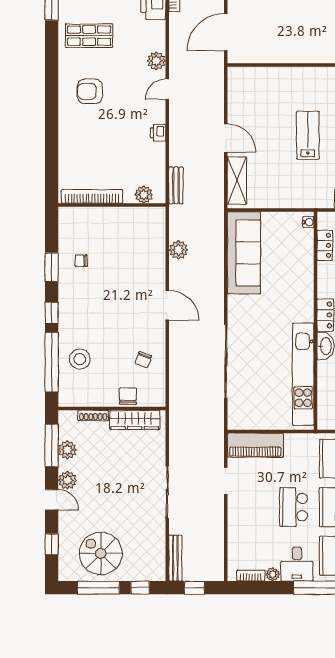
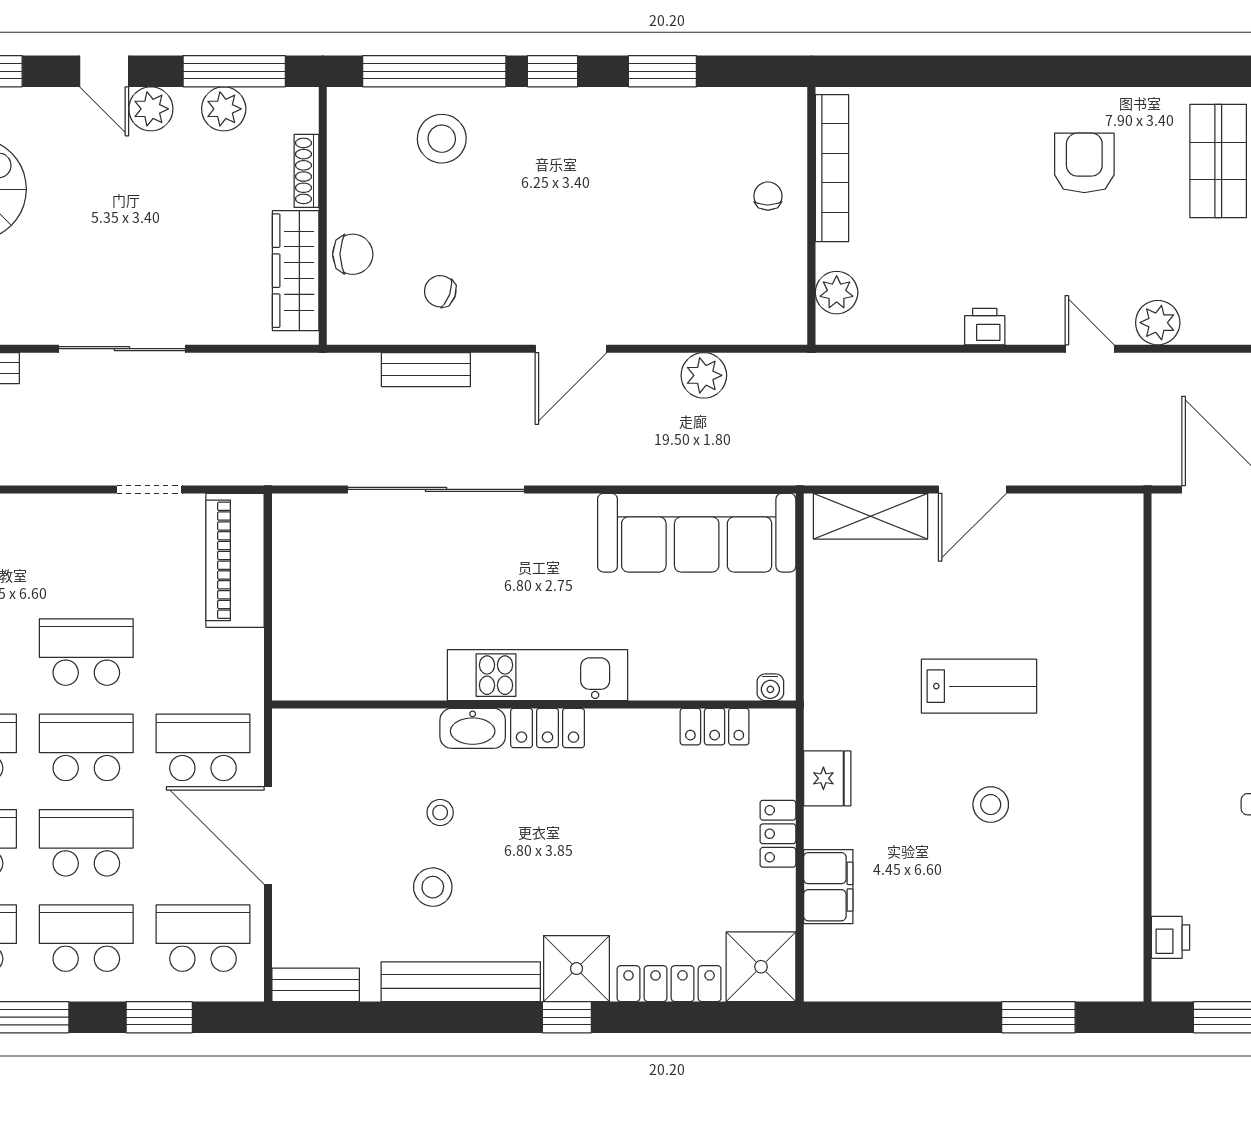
bench: (176, 185) -> (426, 370), moved
chair: (81, 261) -> (768, 196), moved
kitchen unit: (303, 374) -> (537, 675), moved, width x0.73
door: (52, 500) -> (104, 71), hinge flipped

